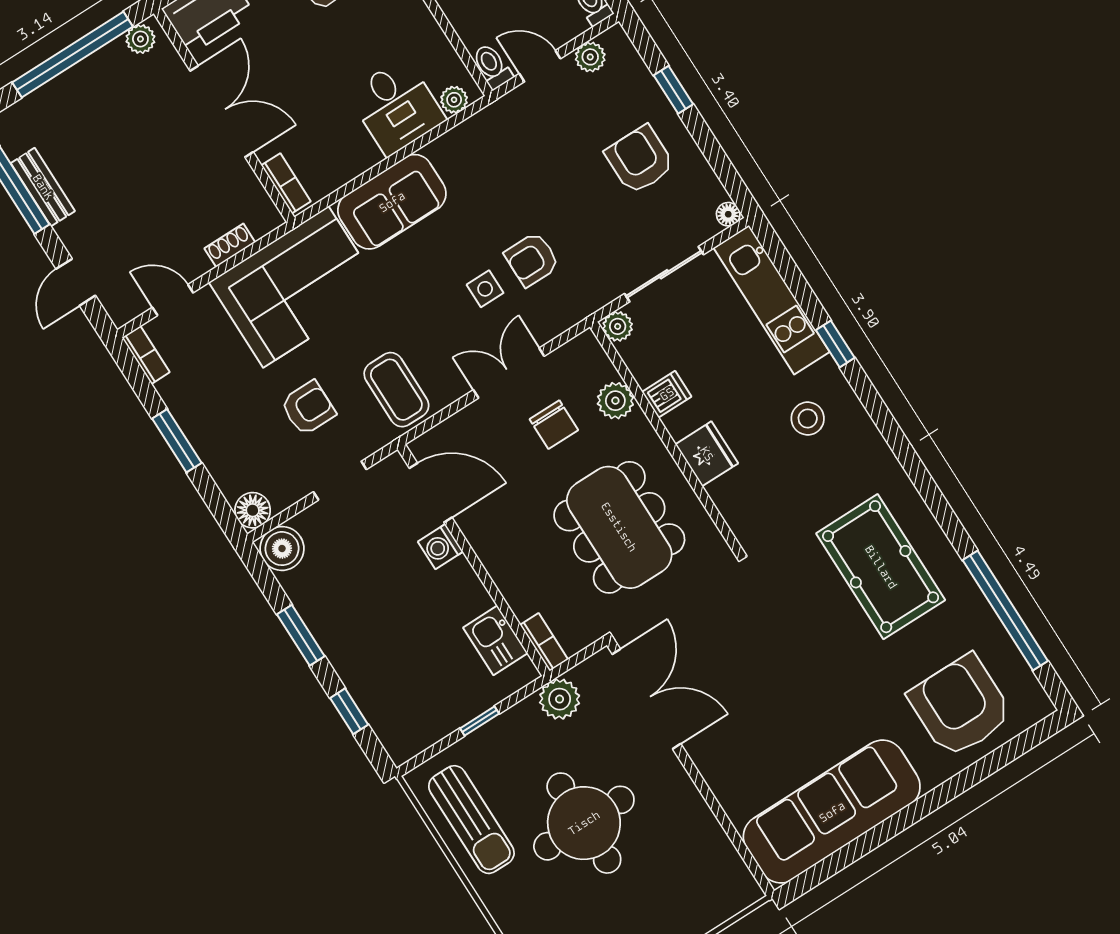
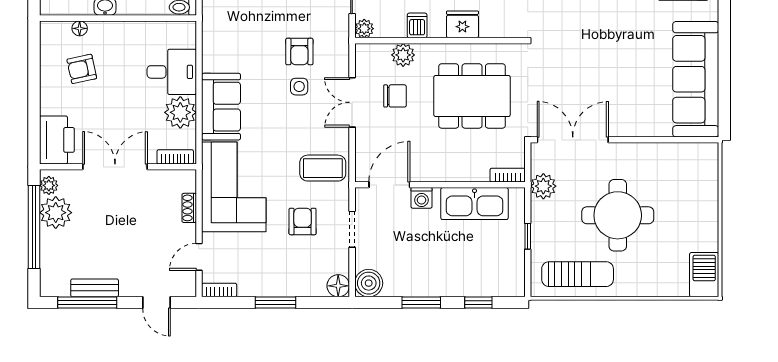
plant: (110, 71) -> (56, 213), added
plant: (454, 100) -> (180, 112), moved, width x1.87, depth x1.87
kitchen sink: (495, 640) -> (475, 204), width x1.88, depth x1.24

